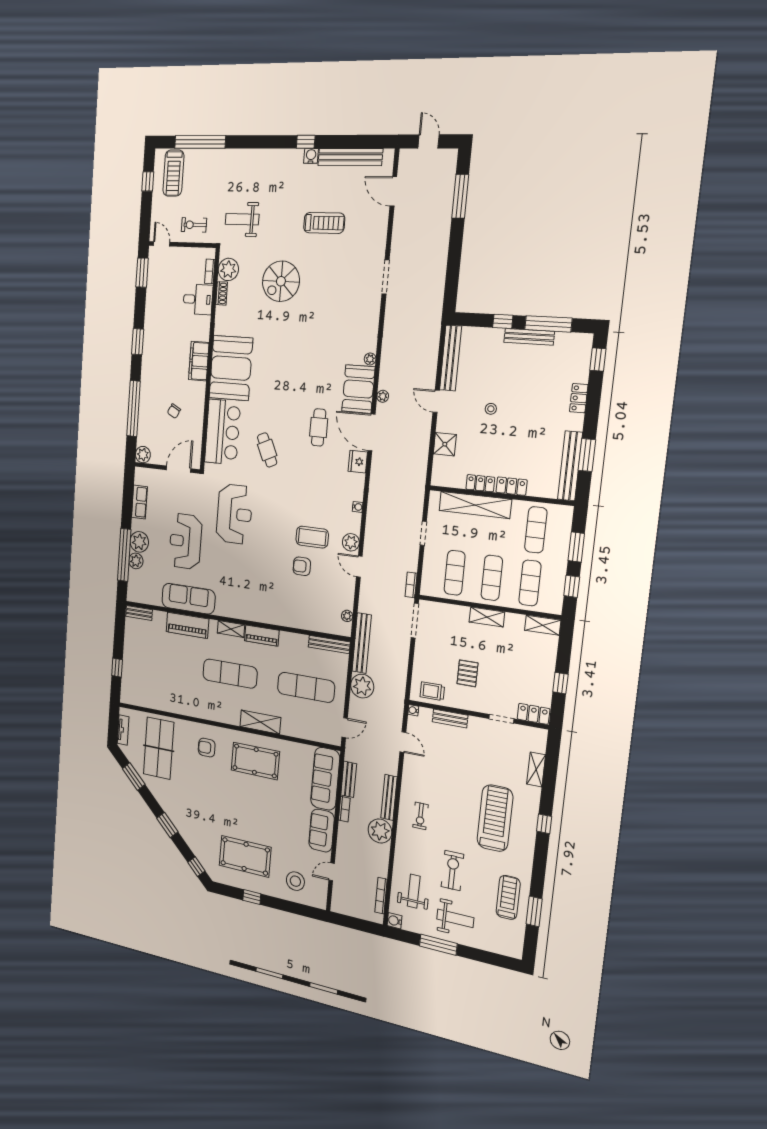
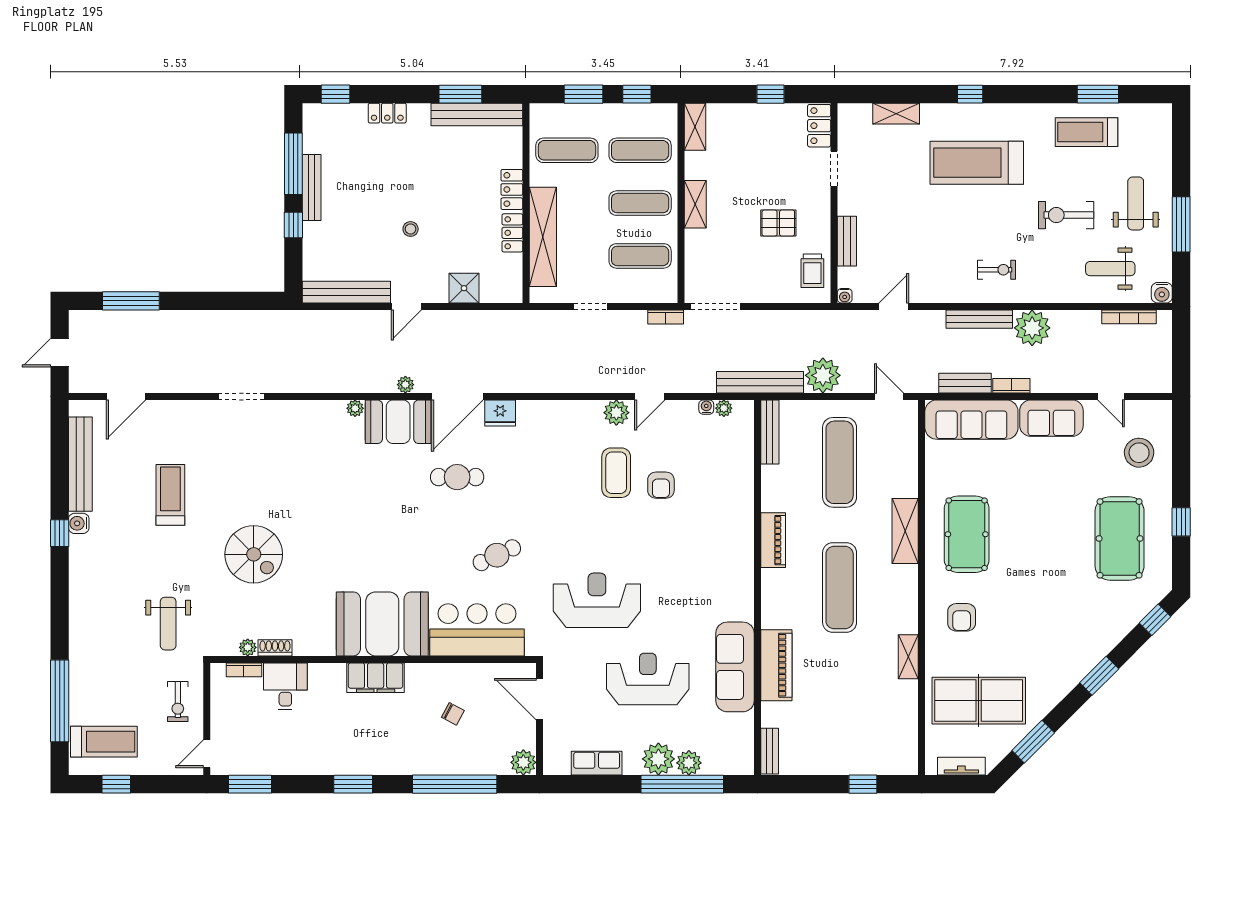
plant: (228, 269) -> (248, 647), width x0.53, depth x0.53
water cooler: (358, 507) -> (706, 407), moved
reception desk: (185, 541) -> (648, 679), turned 180
shelving: (231, 629) -> (908, 657), moved

